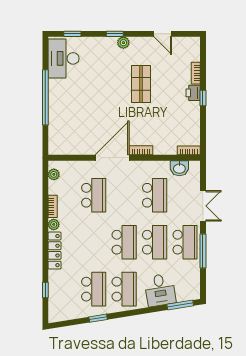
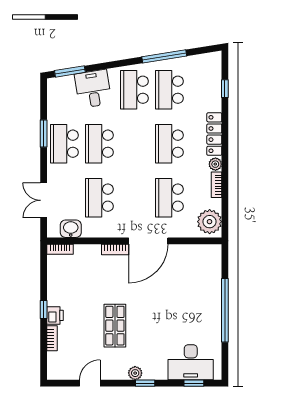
door: (163, 34) -> (90, 383), hinge flipped
desk: (64, 58) -> (191, 362), moved, turned 90
plant: (54, 174) -> (210, 222), width x1.88, depth x1.88
double door: (203, 206) -> (44, 200), moved
school desk: (124, 242) -> (169, 144), moved
window: (203, 251) -> (44, 133), width x0.69
window: (98, 318) -> (164, 56), width x2.17

